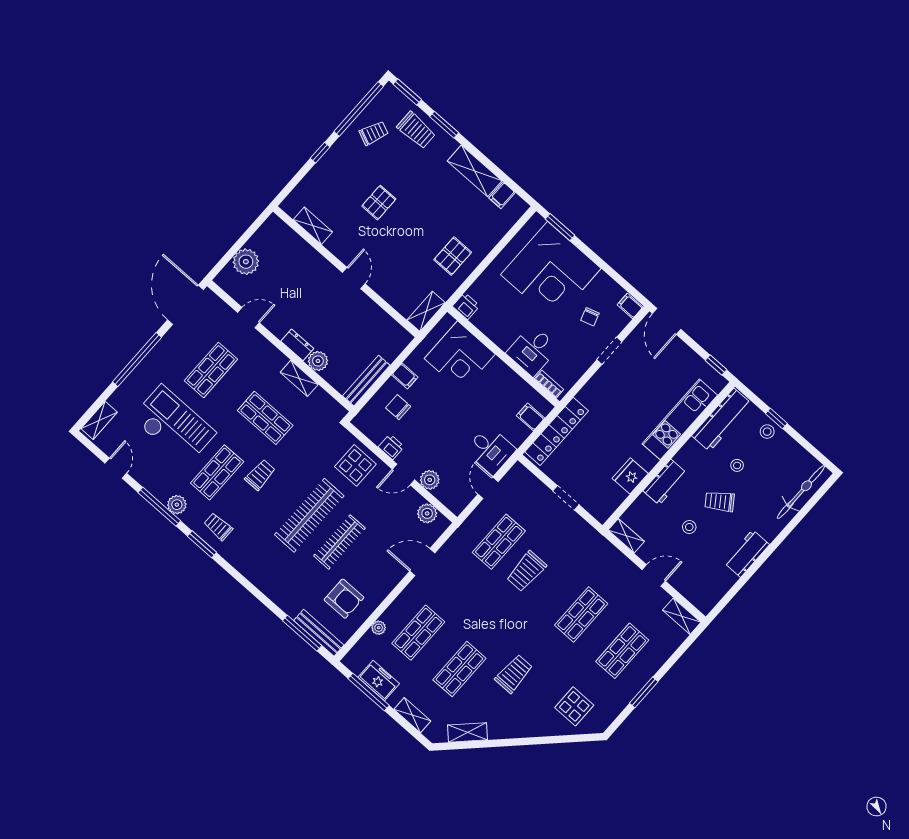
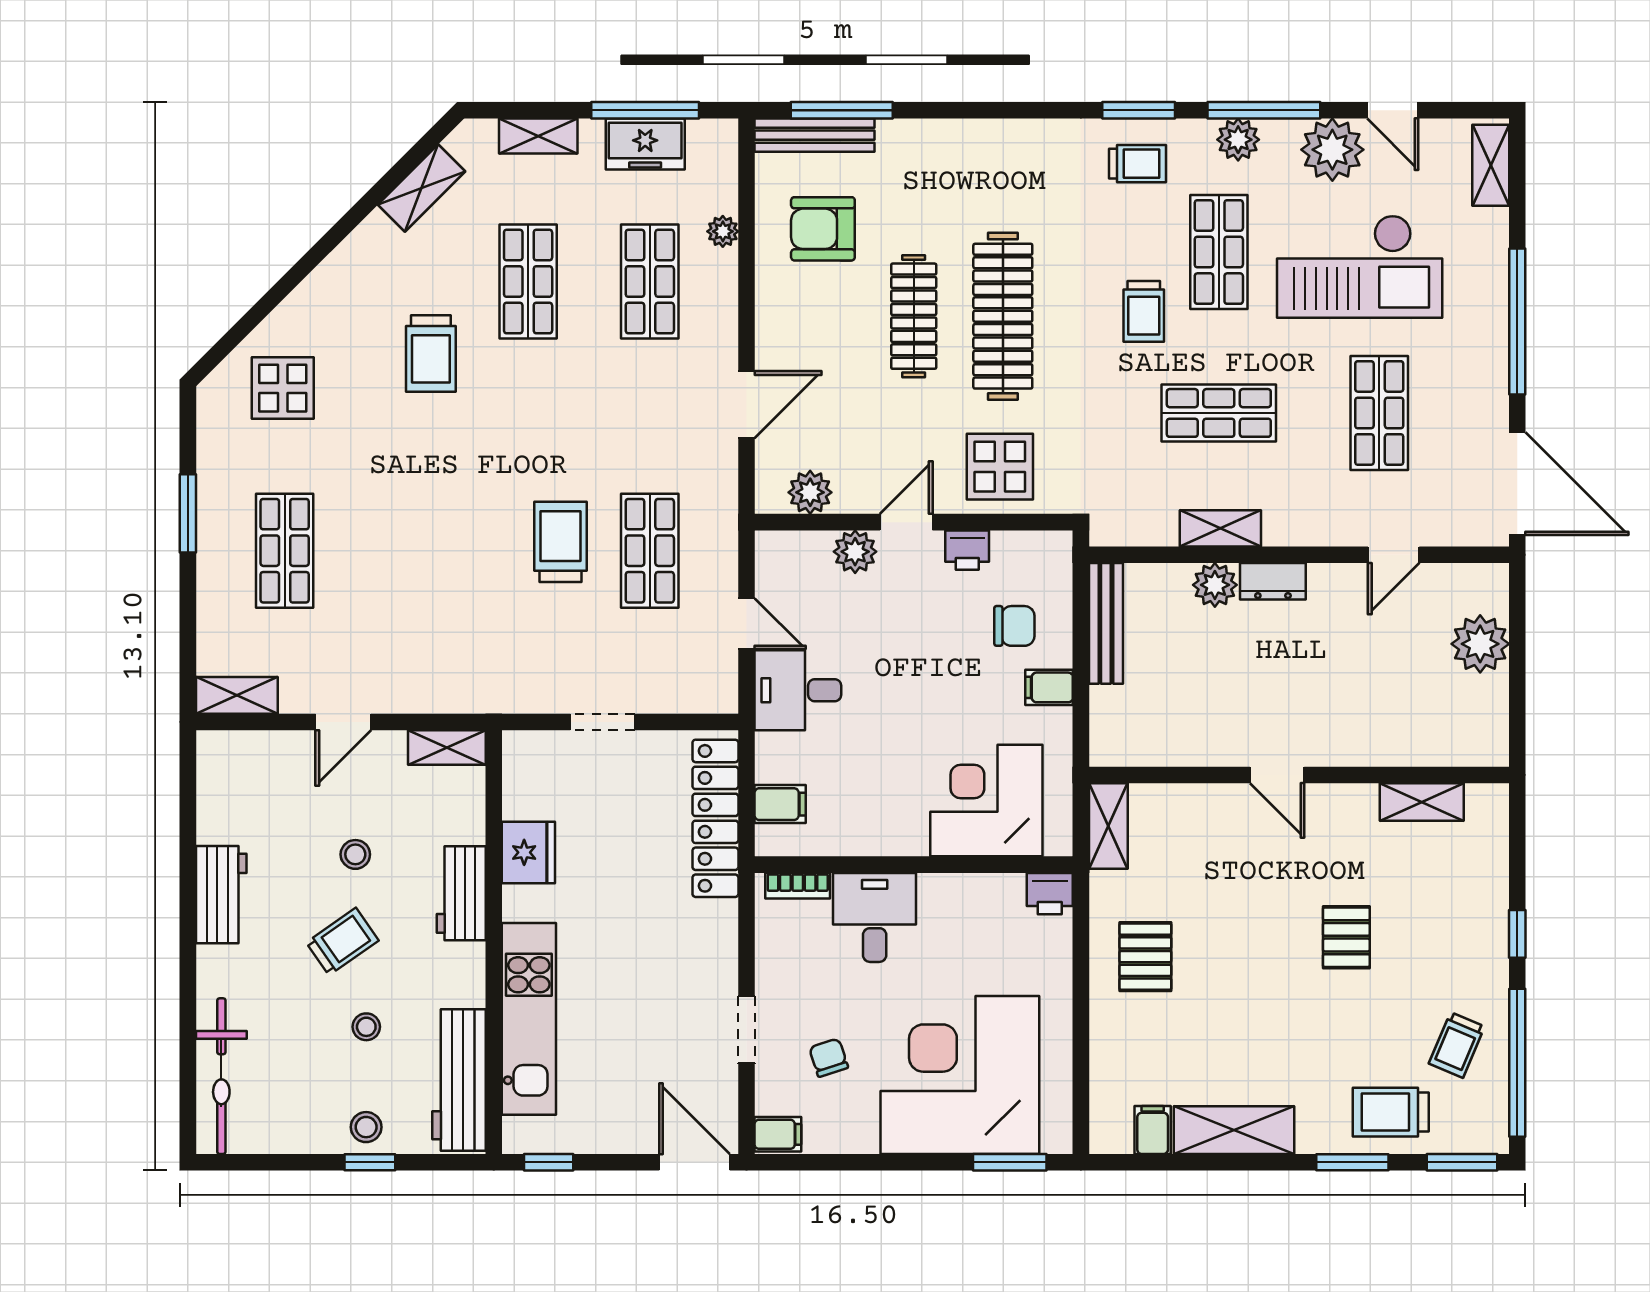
plant: (148, 473) -> (1332, 150), added
shop shelf: (581, 614) -> (406, 551), removed

